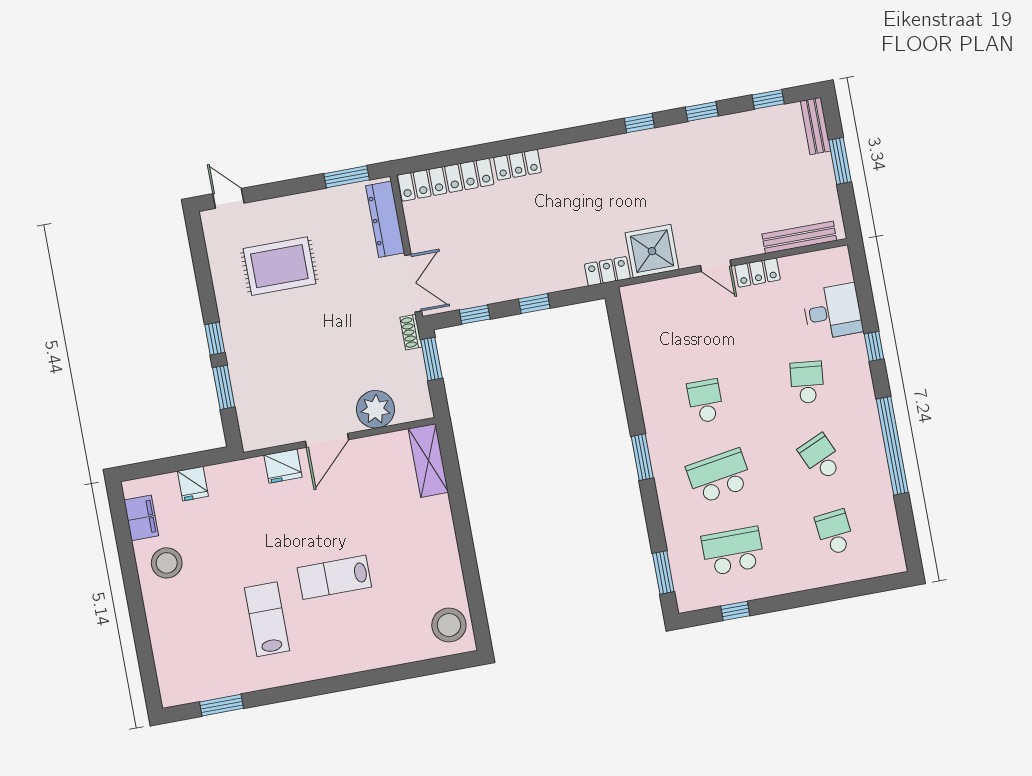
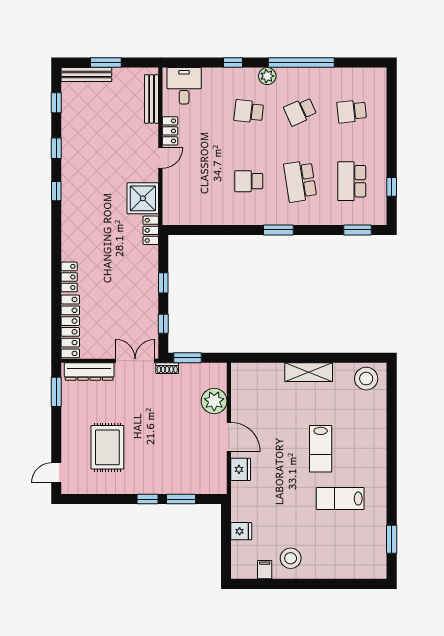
bench: (816, 126) -> (86, 75), width x1.36
desk: (833, 312) -> (184, 86), moved
plant: (864, 400) -> (267, 76), added
shelving: (428, 460) -> (309, 372), moved
filing cabinet: (141, 518) -> (265, 570), width x0.50

